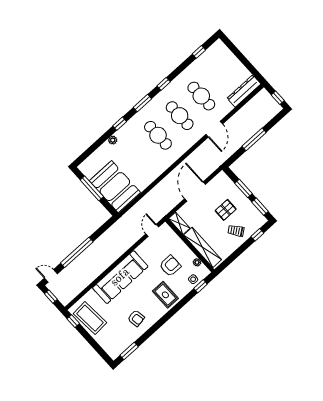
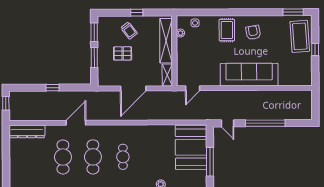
cafe table: (158, 135) -> (123, 157), width x0.73, depth x0.74
window: (254, 139) -> (52, 88), width x0.46
window: (257, 235) -> (137, 13), moved
armchair: (170, 266) -> (203, 49), removed
door: (51, 276) -> (227, 123), moved
window: (201, 286) -> (194, 12), removed
window: (51, 297) -> (315, 107), removed
coffee table: (90, 318) -> (300, 36), moved
armchair: (136, 318) -> (253, 33), moved
window: (73, 321) -> (315, 49), moved

